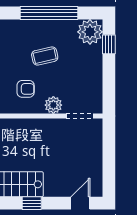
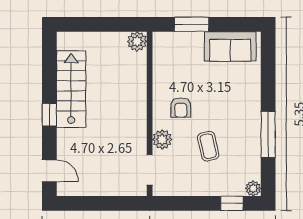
window: (49, 13) -> (268, 134), width x0.68
plant: (90, 32) -> (253, 188), width x0.53, depth x0.53
coffee table: (45, 56) -> (208, 146), moved

